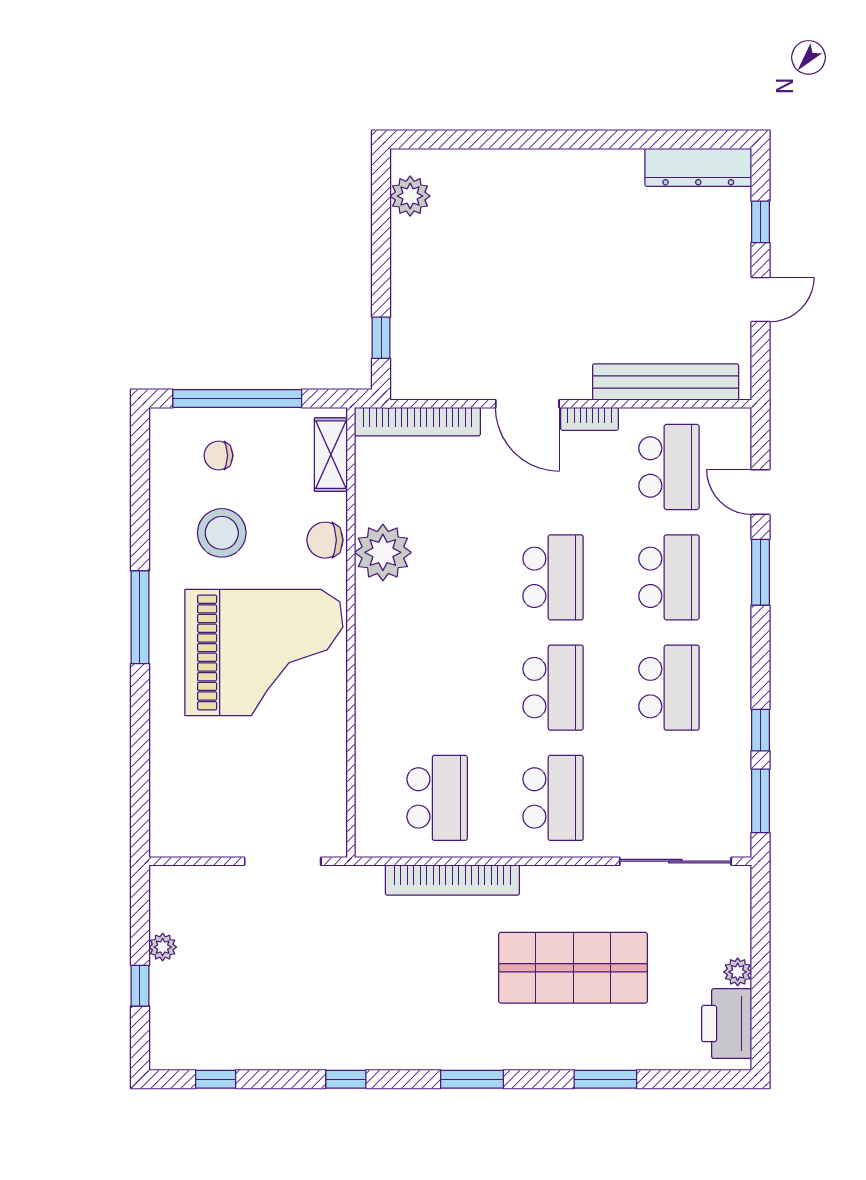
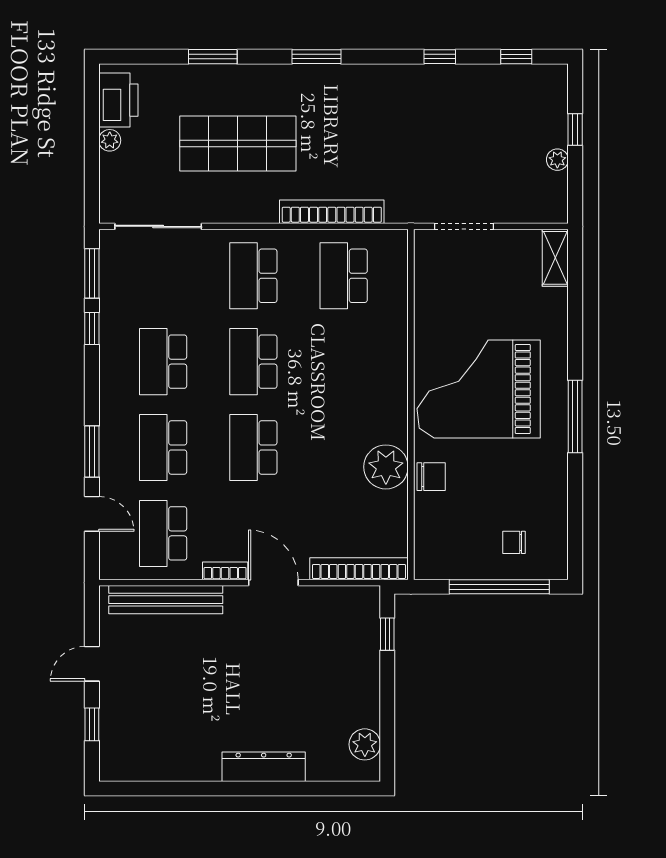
dresser: (698, 167) -> (264, 767), moved
shelving: (331, 455) -> (555, 258), moved
chair: (218, 456) -> (514, 542), turned 180
stool: (222, 533) -> (511, 482), removed
window: (346, 1079) -> (440, 57), moved

